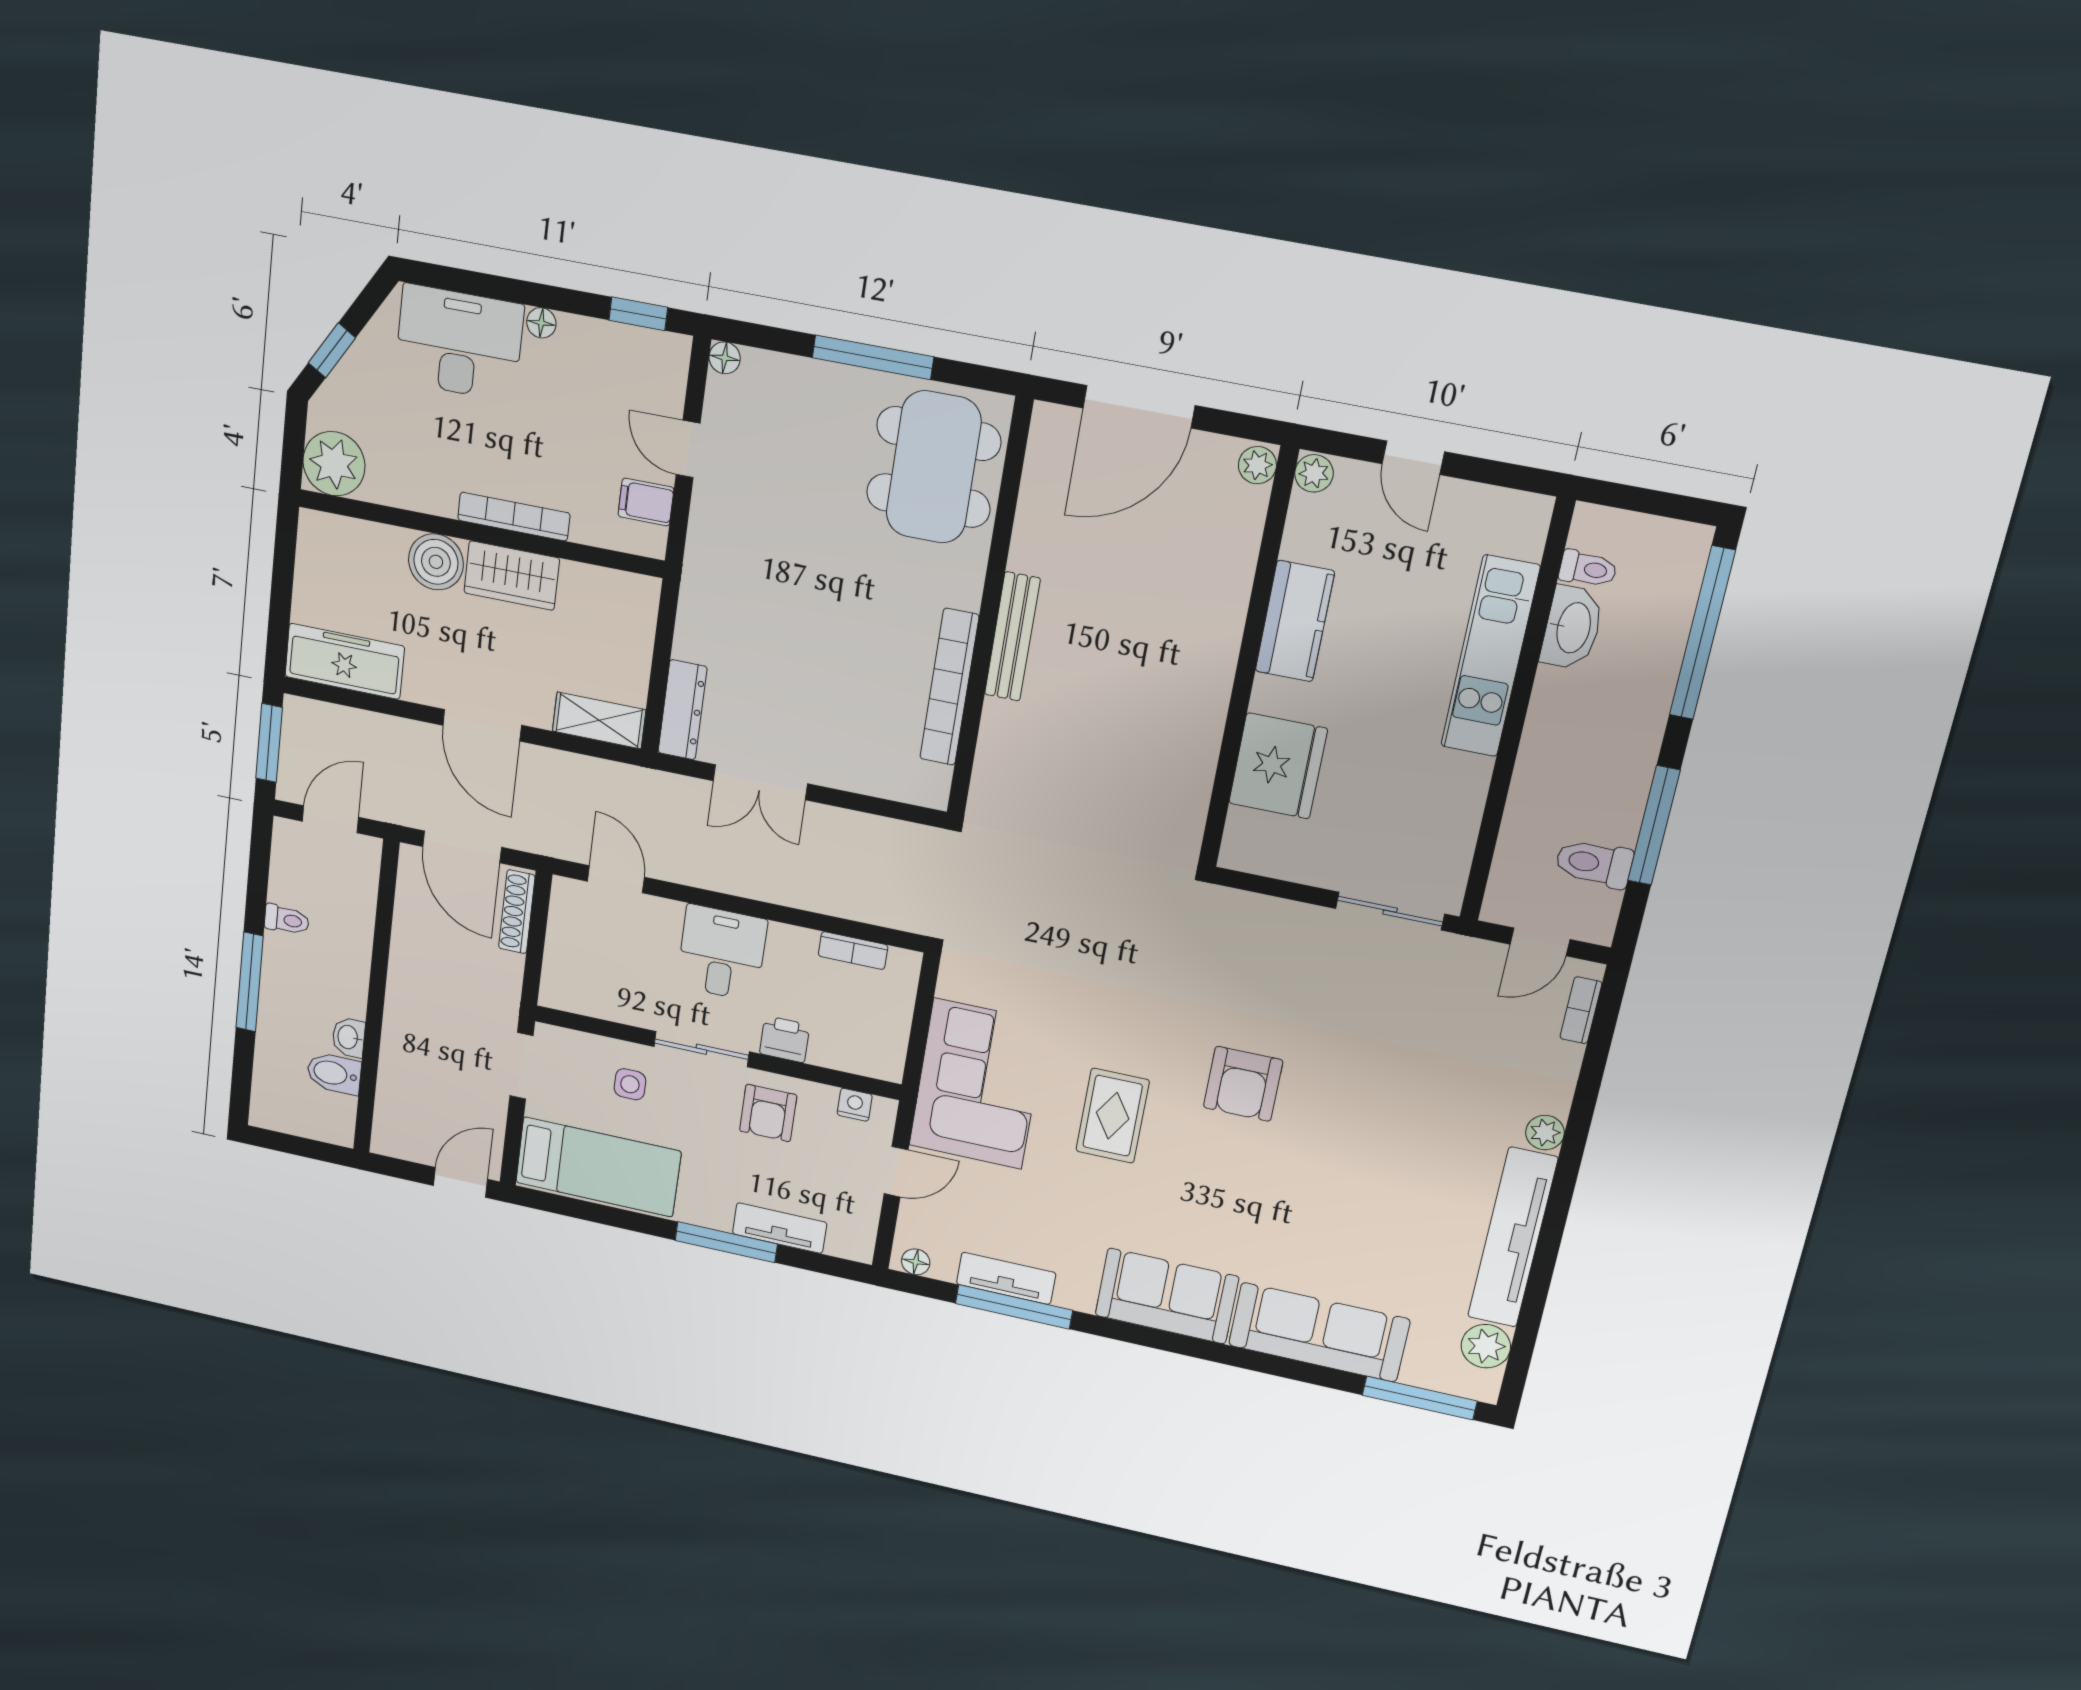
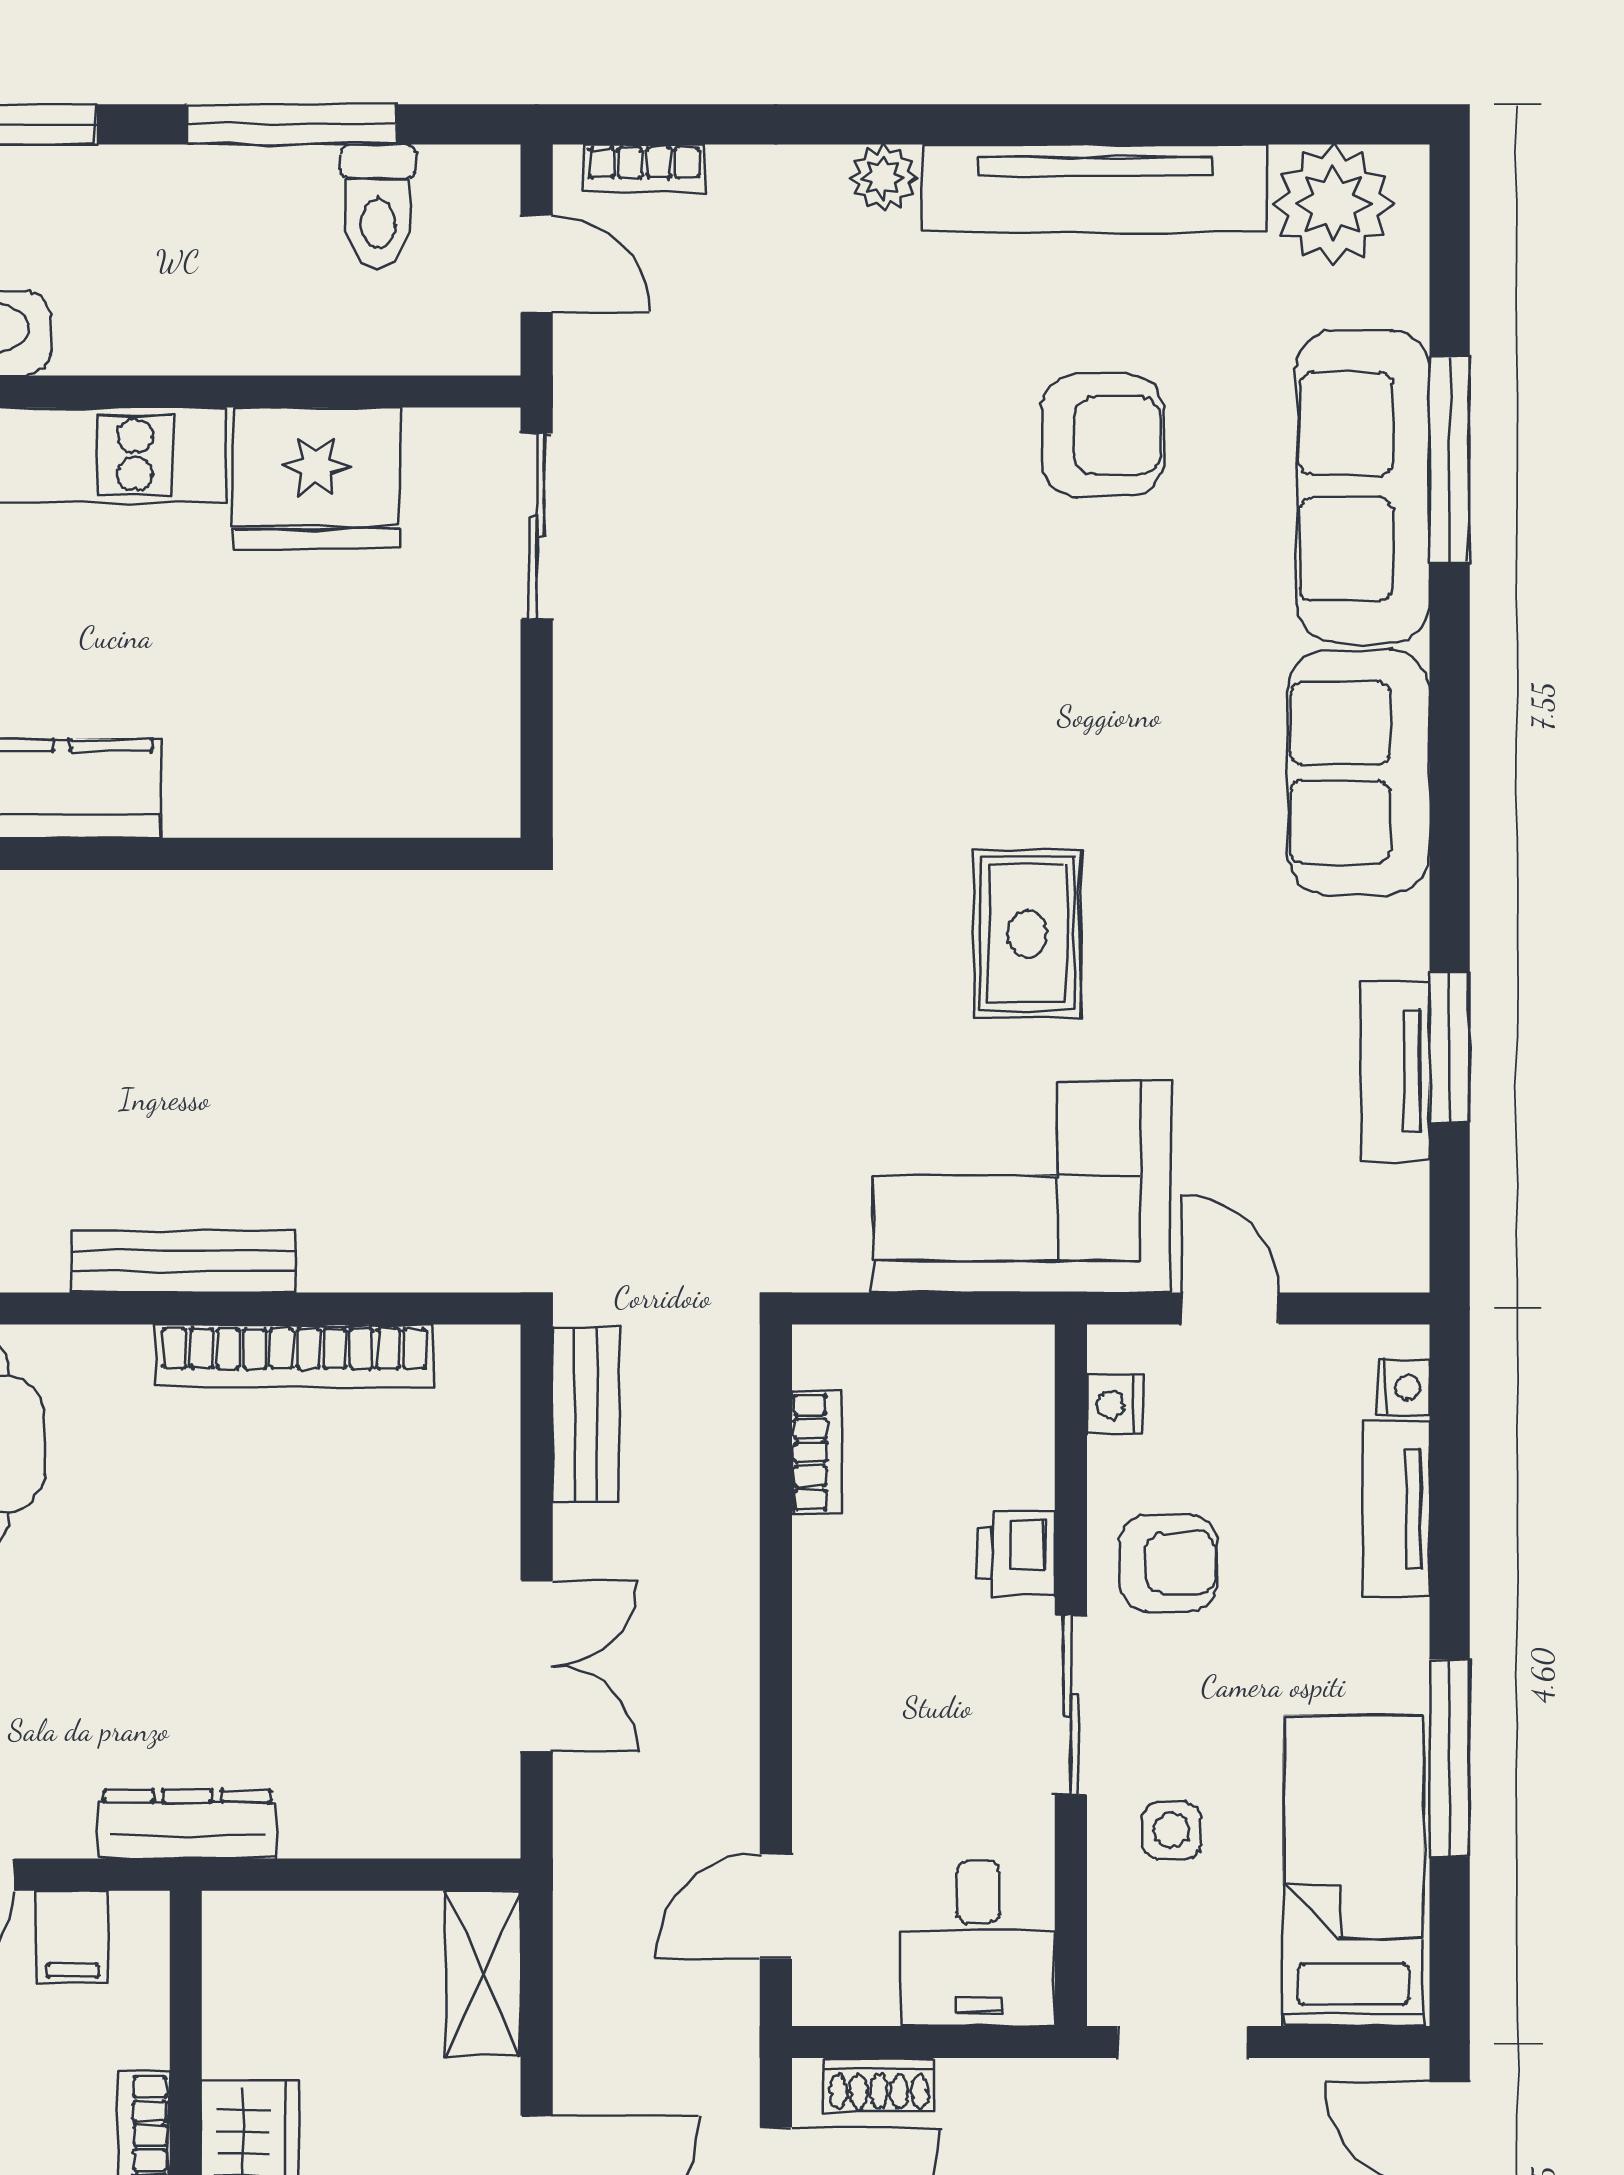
dresser: (683, 710) -> (187, 1824), moved
fridge: (1278, 766) -> (316, 478), moved, turned 180
bench: (892, 836) -> (586, 1414), added
shoe rack: (517, 912) -> (879, 2085), width x0.70
desk: (722, 953) -> (978, 1943), moved, turned -90
armchair: (1243, 1084) -> (1103, 435), moved
rug: (1113, 1116) -> (1027, 934), turned 90
window: (726, 1242) -> (1450, 1758), moved
nightstand: (841, 1246) -> (1404, 1388), added
floor lamp: (916, 1262) -> (1403, 1244), removed
window: (1014, 1307) -> (1450, 1047), width x0.69
plant: (1486, 1346) -> (1333, 204), width x1.36, depth x1.36
window: (1420, 1398) -> (1450, 459), moved

